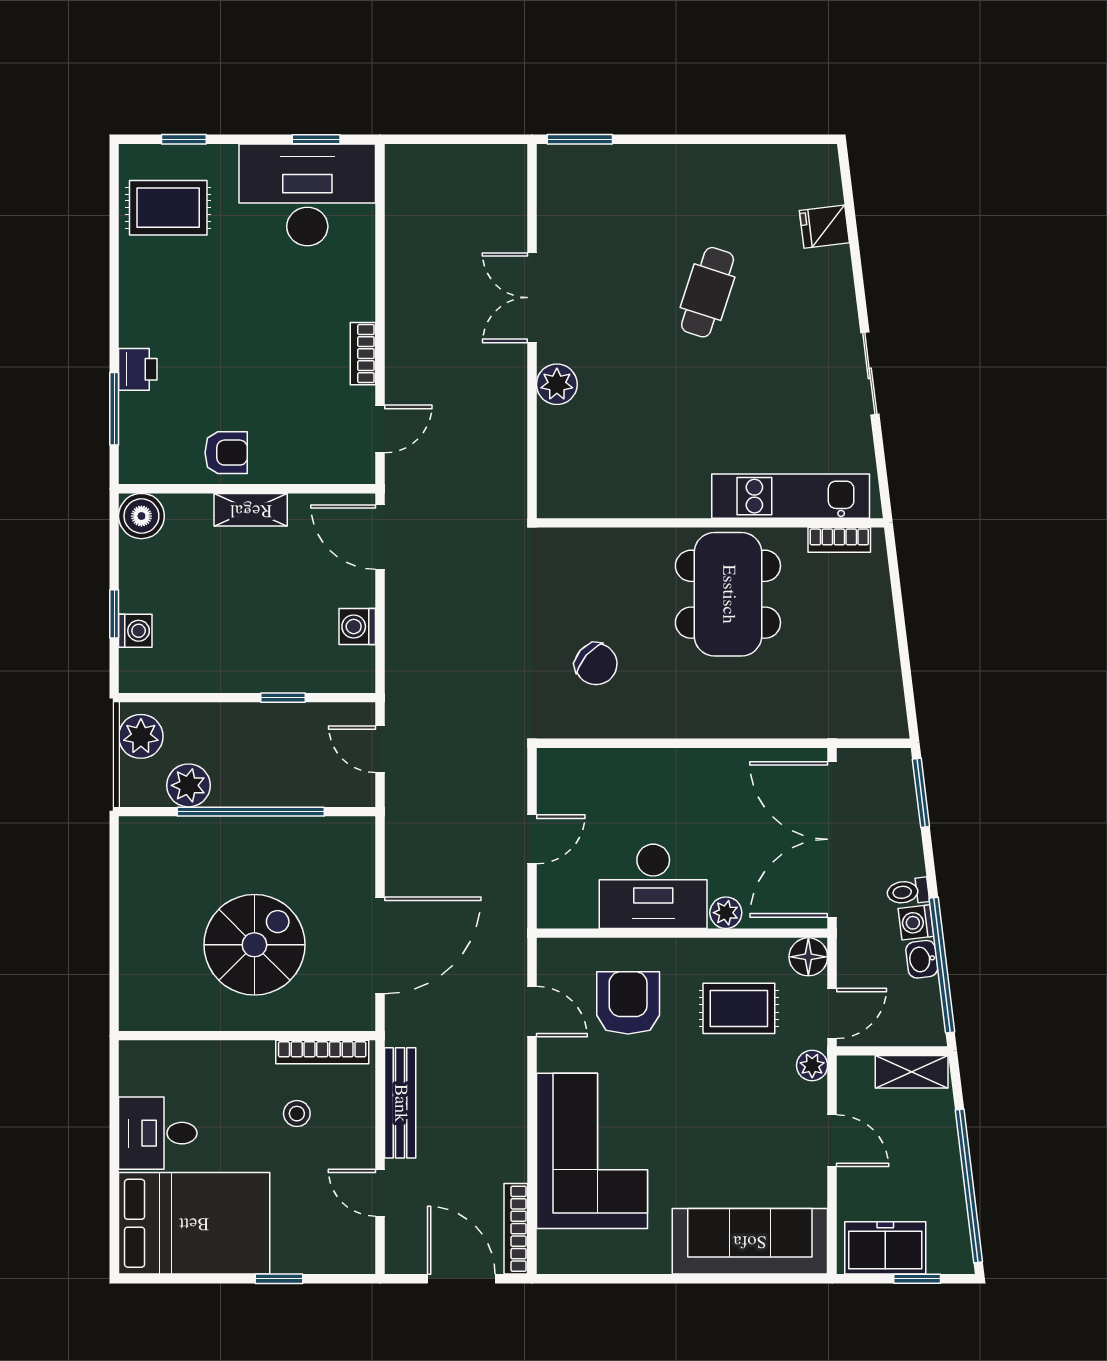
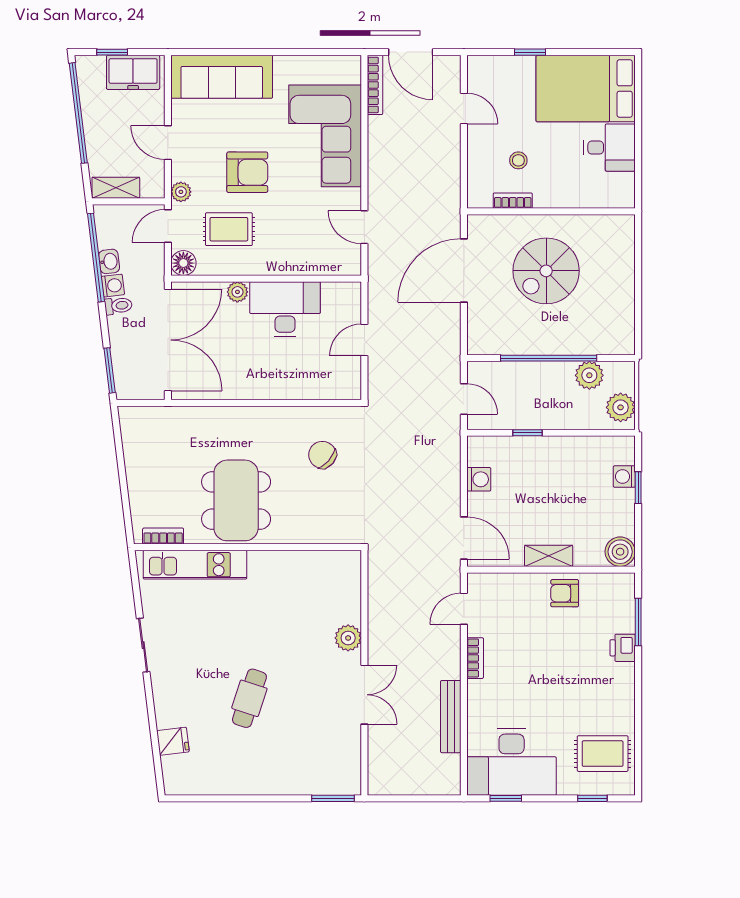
armchair: (628, 1003) -> (247, 172), moved, turned -90
bookcase: (322, 1052) -> (513, 201), width x0.64
bench: (400, 1103) -> (451, 717), moved

